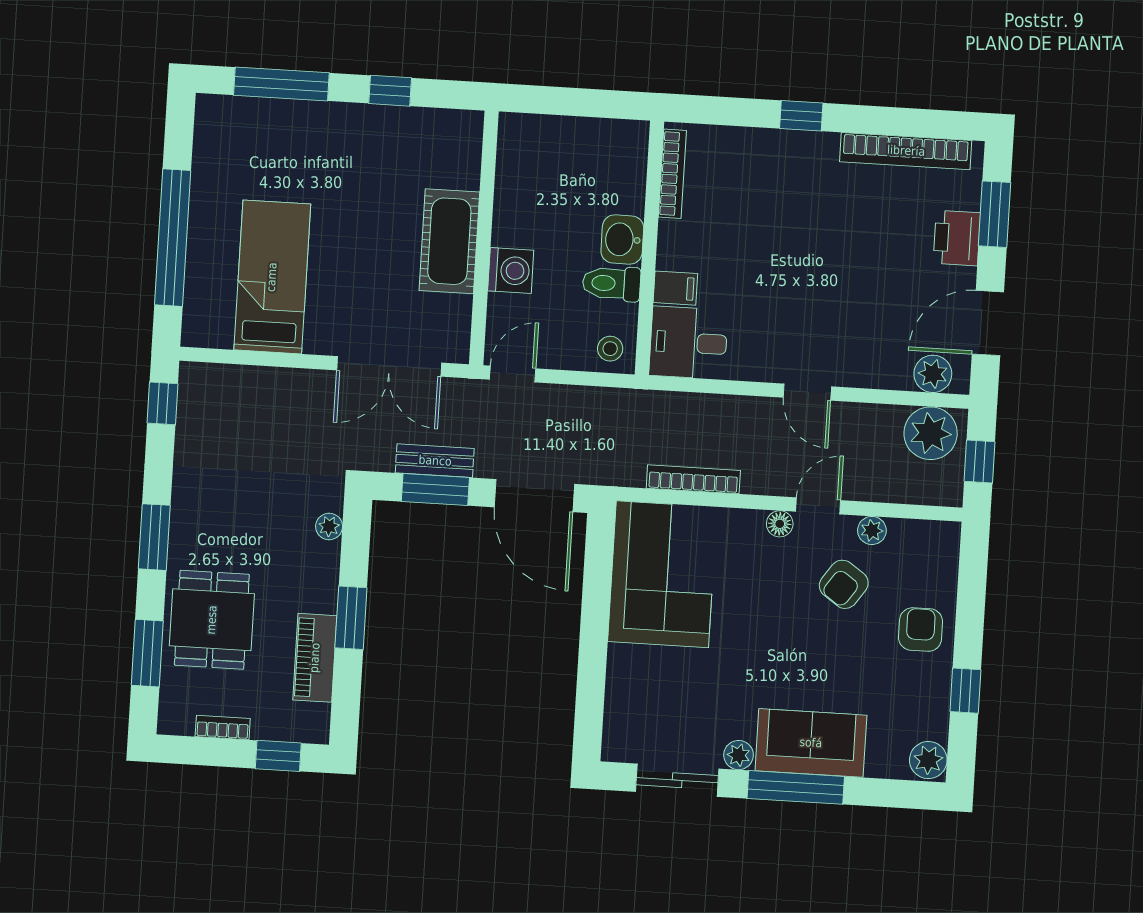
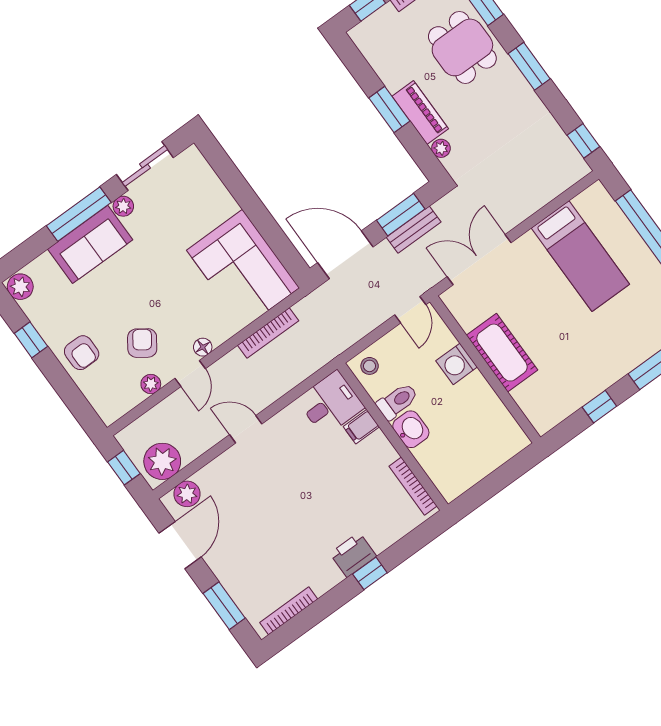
bookcase: (906, 151) -> (289, 611), width x0.68, depth x0.76
printer: (957, 238) -> (353, 555), moved, turned -90
piano: (315, 658) -> (420, 113), moved

